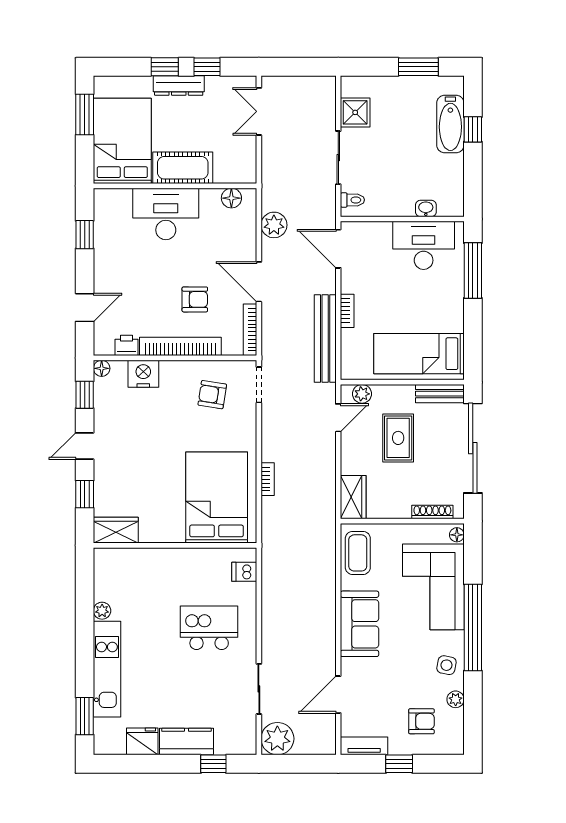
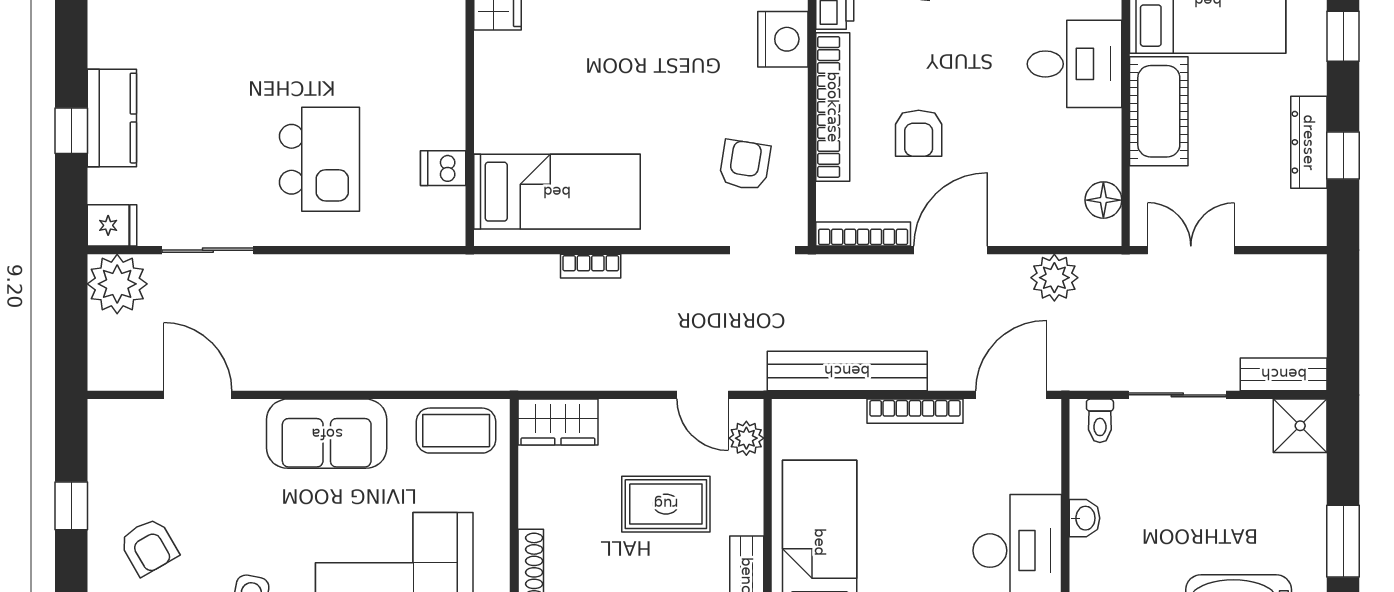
window: (165, 67) -> (1343, 36), moved
dresser: (179, 85) -> (1309, 142), moved
bench: (327, 99) -> (1284, 374), added
double door: (259, 111) -> (1191, 250), moved
shower: (355, 112) -> (1300, 426), moved
washbasin: (426, 208) -> (1085, 518), moved
desk: (166, 214) -> (1075, 64), width x0.73
bookcase: (347, 311) -> (915, 411), width x1.56
bed: (217, 498) -> (557, 192), width x0.67
dishwasher: (244, 572) -> (443, 168), moved, turned -90
armchair: (421, 721) -> (149, 547), turned -30
fridge: (142, 741) -> (112, 225), moved, width x0.72
tv unit: (364, 746) -> (104, 442), removed
window: (213, 764) -> (71, 131), moved

